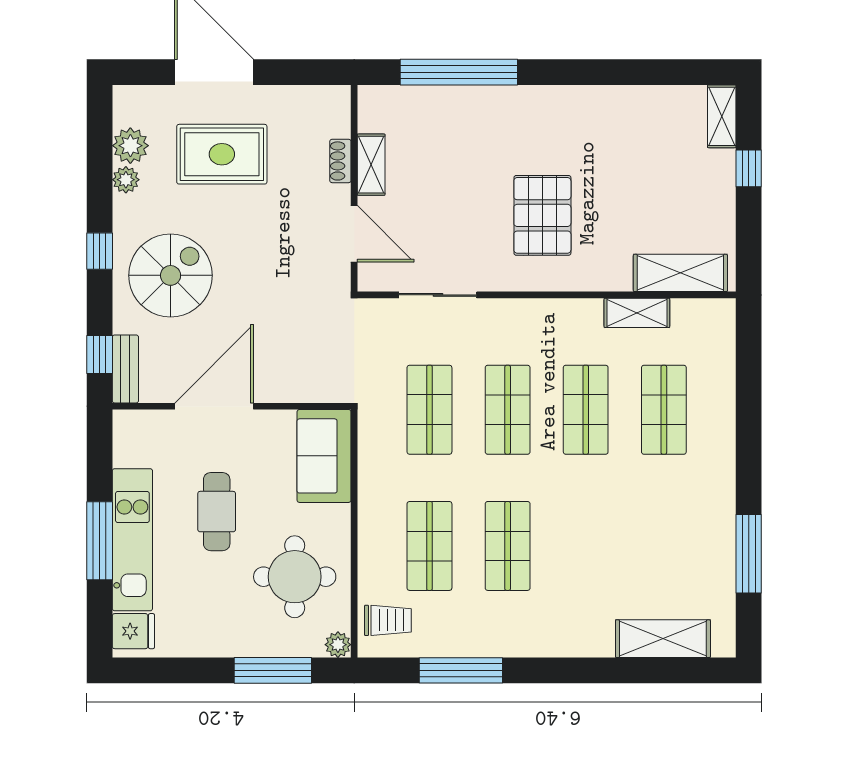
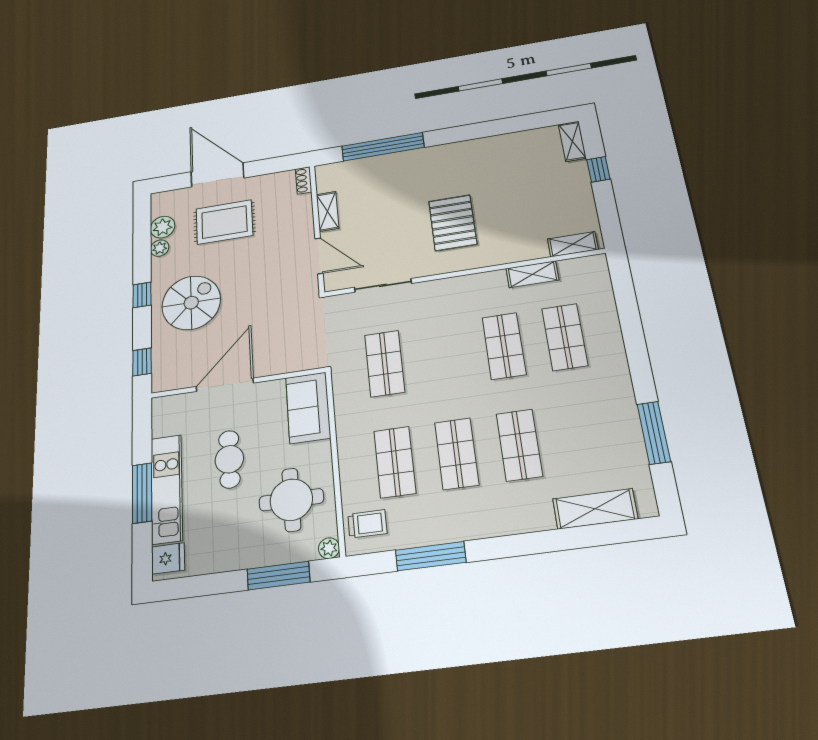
shoe rack: (340, 161) -> (304, 180), moved
shelving: (680, 273) -> (573, 244), width x0.67, depth x0.75
bench: (125, 369) -> (160, 369), removed
shop shelf: (508, 410) -> (519, 445), moved

